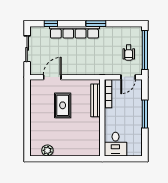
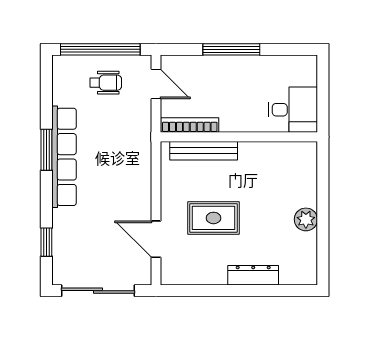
row of seats: (74, 32) -> (64, 157), moved
sliding door: (27, 49) -> (98, 291), width x1.37
dresser: (35, 125) -> (253, 275), added
plant: (47, 150) -> (306, 219), moved

